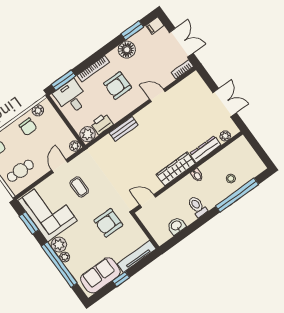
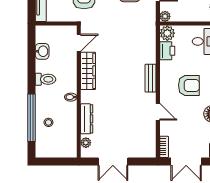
armchair: (117, 86) -> (189, 85), turned 90
door: (157, 95) -> (158, 112), hinge flipped
bench: (124, 129) -> (151, 78), moved
wardrobe: (176, 169) -> (88, 71), moved

